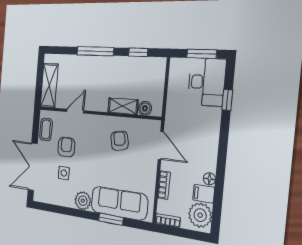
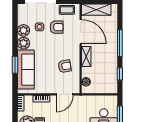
shelving: (123, 106) -> (86, 56), moved
door: (75, 111) -> (81, 32), width x1.88
plant: (66, 198) -> (23, 30), added

